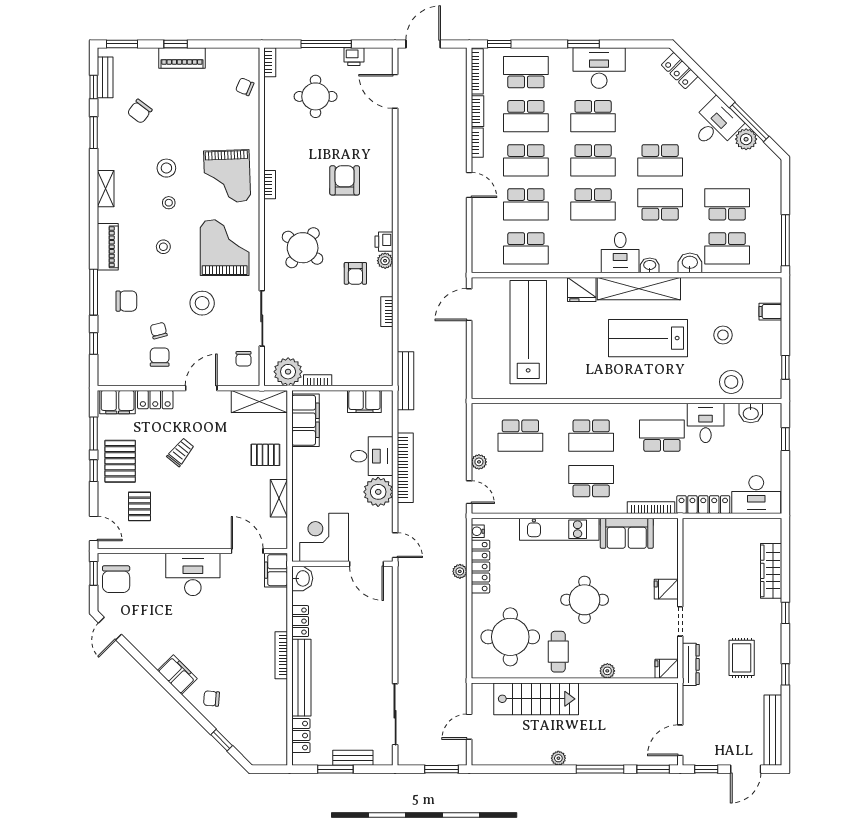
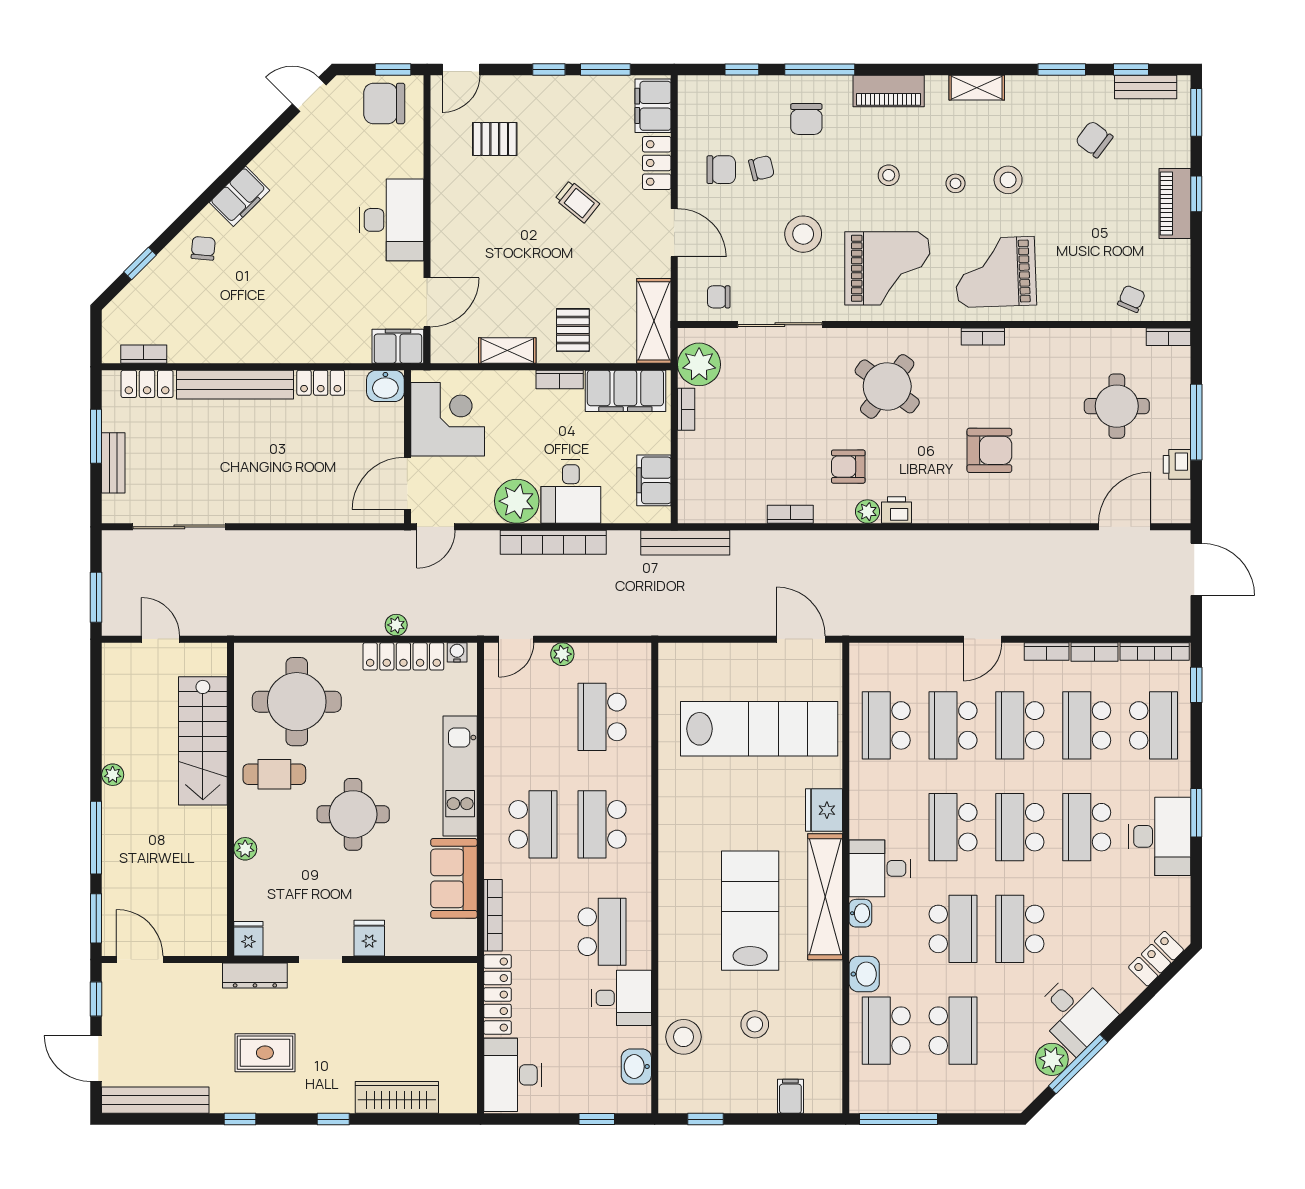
pallet: (120, 461) -> (563, 109), removed
bookcase: (298, 464) -> (560, 379), added
bookcase: (281, 655) -> (144, 354), moved, width x0.64

